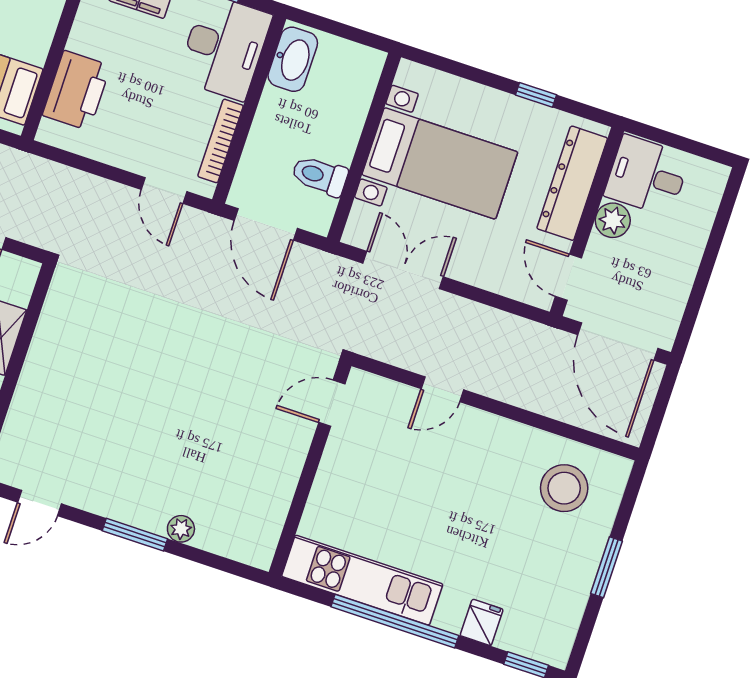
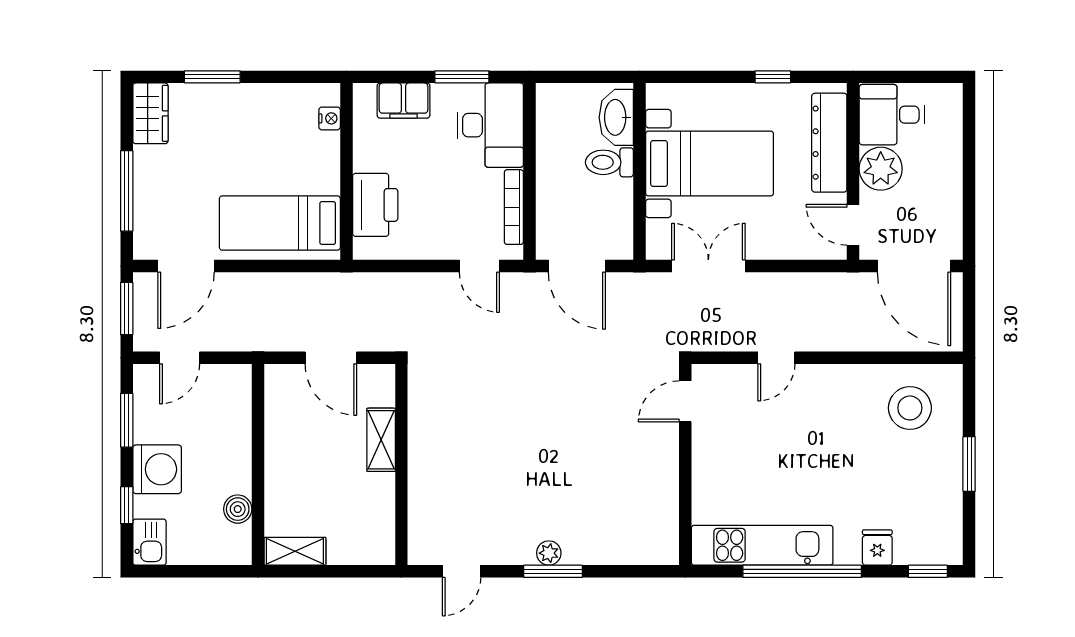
washbasin: (293, 59) -> (616, 117), moved, turned 180
toilet: (320, 176) -> (609, 162), moved
plant: (613, 220) -> (881, 169), width x1.36, depth x1.36
plant: (181, 529) -> (549, 553), moved

